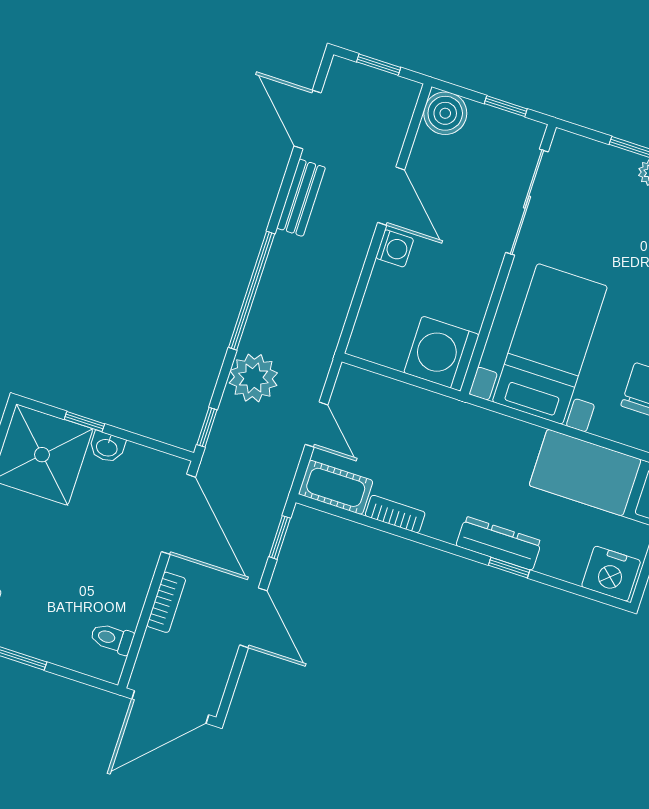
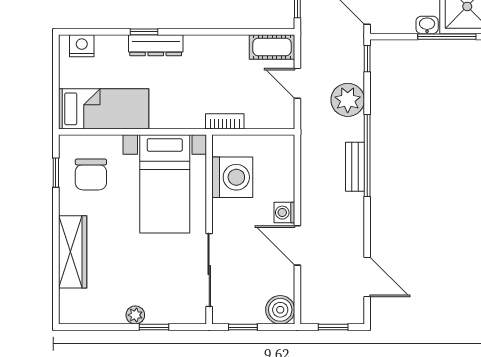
bench: (301, 198) -> (355, 167), moved
washing machine: (441, 354) -> (232, 177), moved
window: (84, 422) -> (447, 37), width x2.17
bookcase: (395, 514) -> (225, 121), moved, turned 180
nightstand: (611, 574) -> (82, 46), width x0.74, depth x0.75

